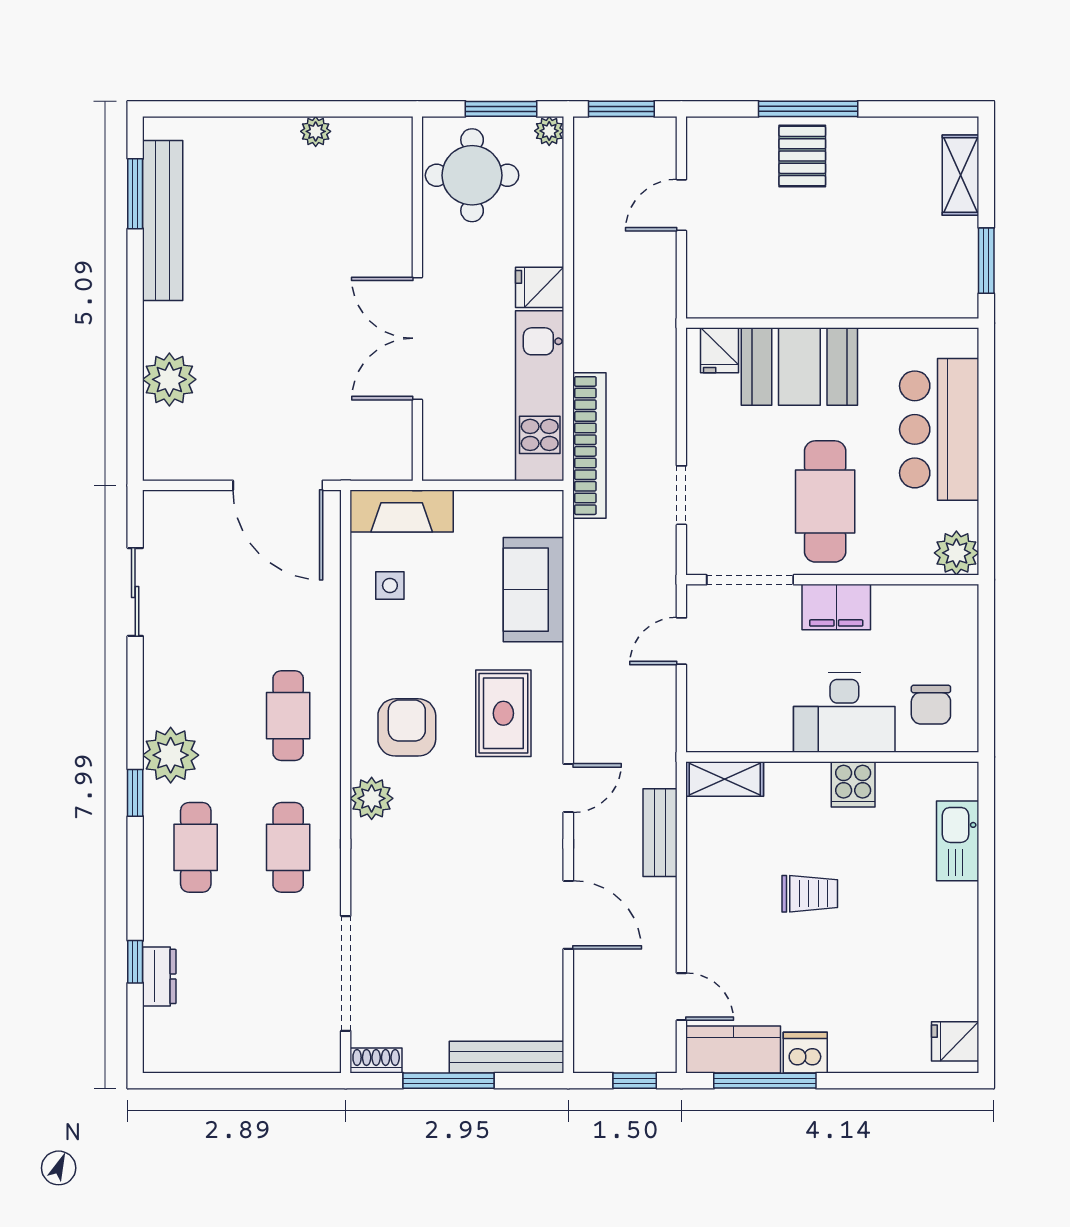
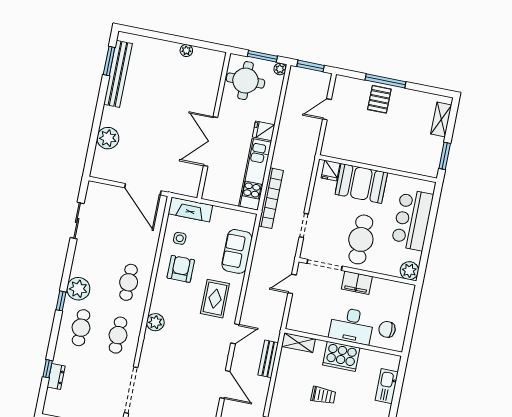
chair: (931, 705) -> (387, 329), turned 90
armchair: (407, 727) -> (181, 269), moved
cooker: (853, 784) -> (341, 356), width x1.87, depth x1.31

